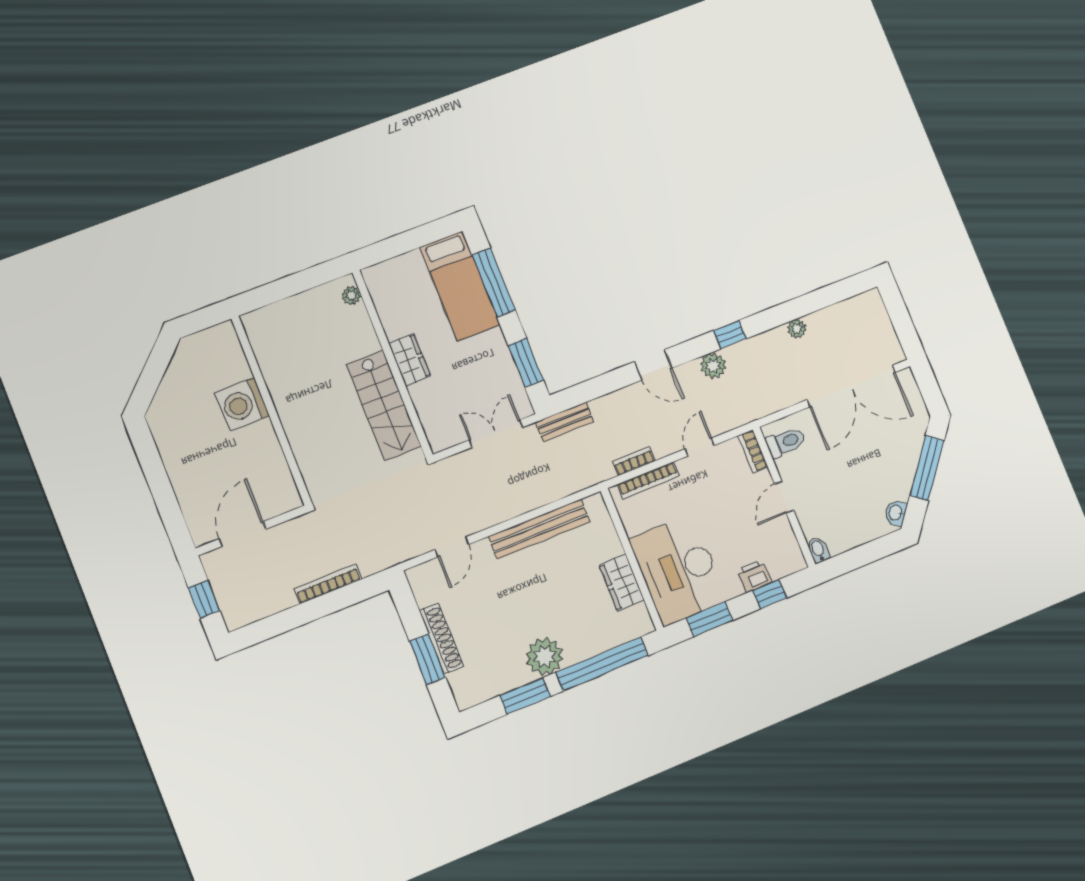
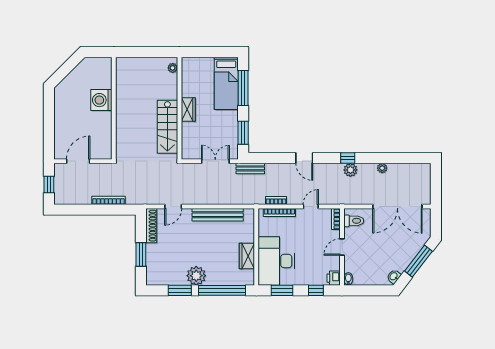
plant: (713, 366) -> (350, 170), moved
printer: (754, 576) -> (334, 278), moved, turned -90
shoe rack: (442, 639) -> (151, 226), moved

